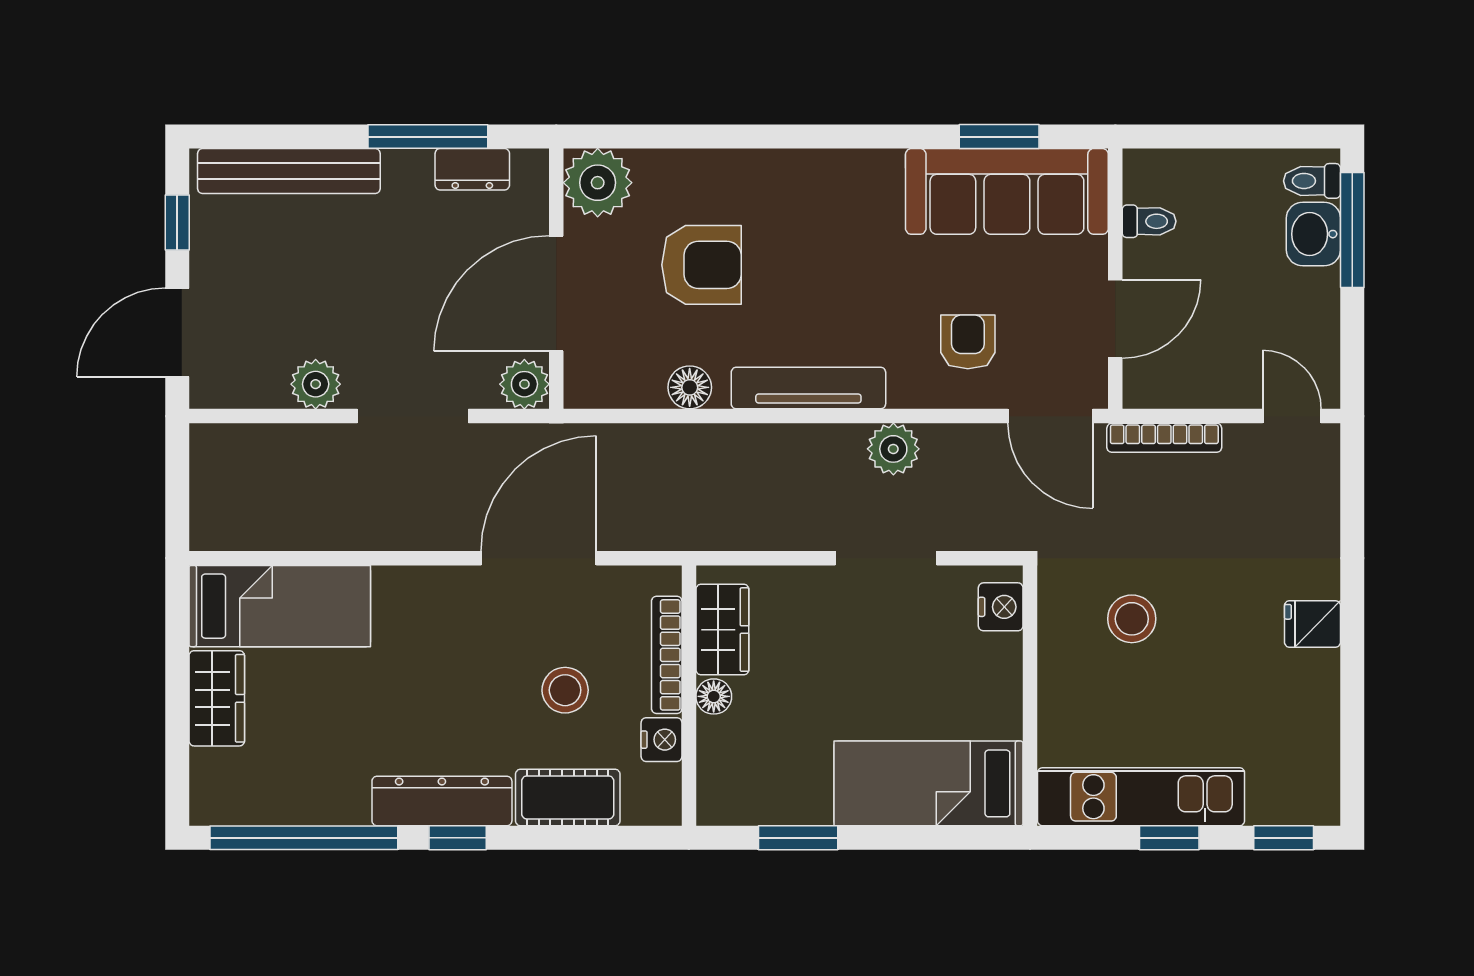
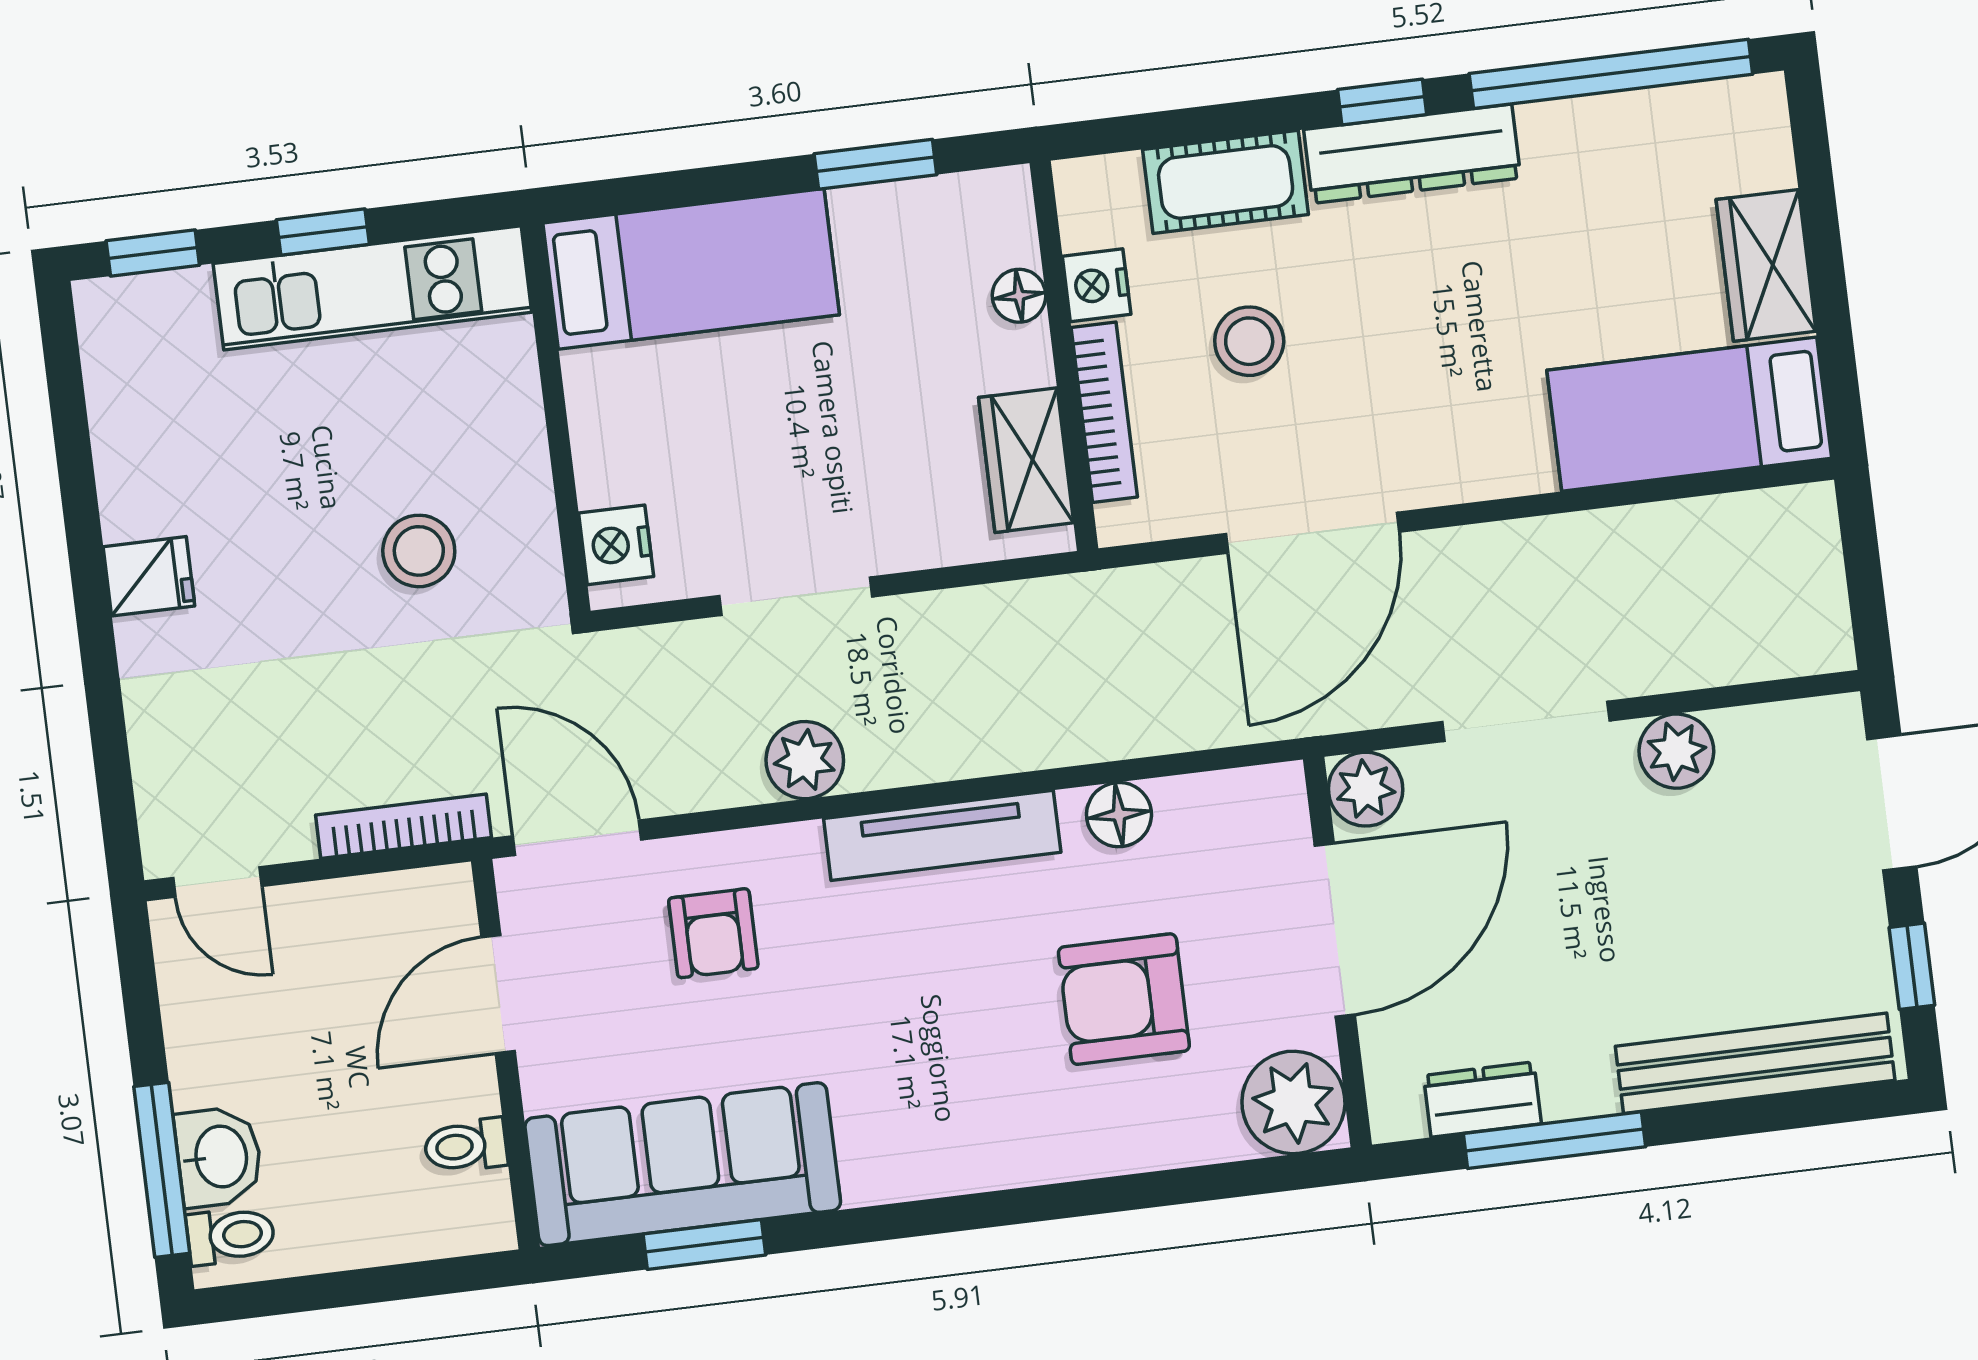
floor lamp: (714, 696) -> (1019, 296), moved

